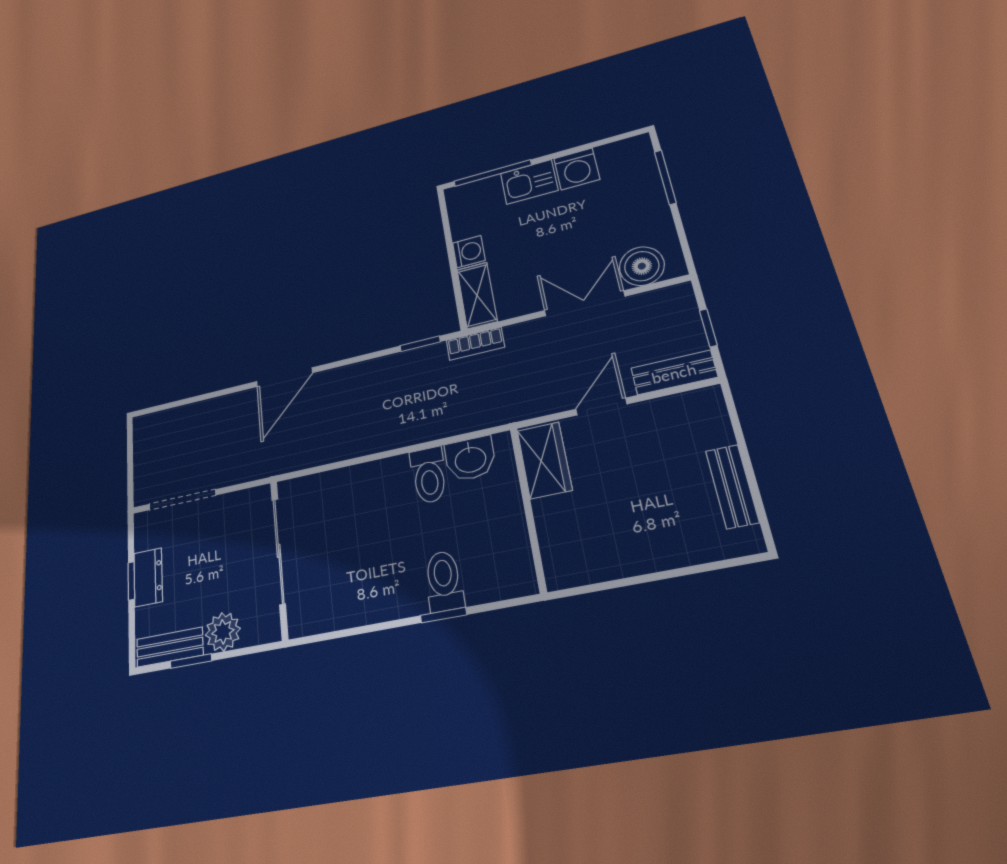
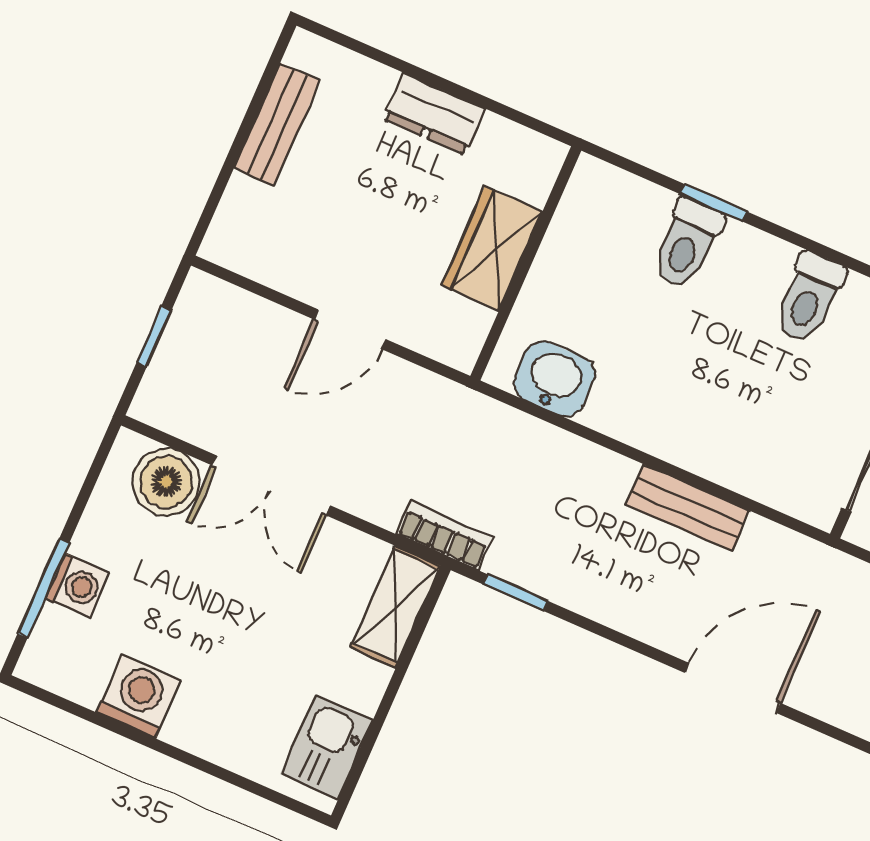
window: (492, 173) -> (249, 785), removed
kitchen sink: (529, 182) -> (327, 747), moved, turned -90
washing machine: (469, 252) -> (77, 585), moved, turned 180
bench: (674, 373) -> (687, 508), moved
wardrobe: (544, 460) -> (492, 248), moved
toilet: (429, 475) -> (809, 297), moved, turned 180
dresser: (642, 556) -> (434, 114), added

